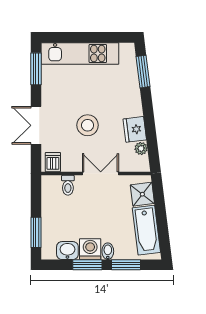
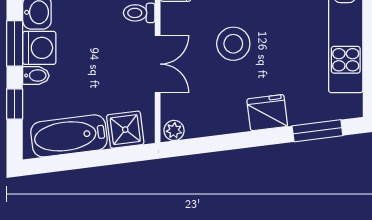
fridge: (135, 129) -> (267, 113), moved
plant: (141, 148) -> (174, 130), moved
window: (126, 265) -> (15, 104), width x0.67

